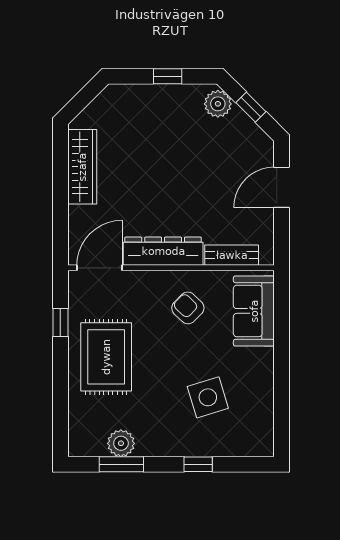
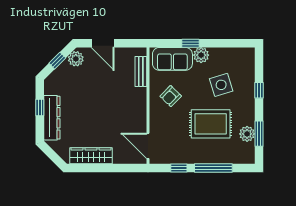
plant: (218, 104) -> (76, 59), moved
dresser: (163, 251) -> (52, 118), moved, turned 180
window: (282, 343) -> (191, 43), added
rug: (106, 357) -> (211, 124), moved
plant: (260, 362) -> (201, 55), added
window: (60, 384) -> (213, 168), added

